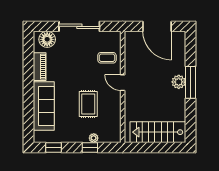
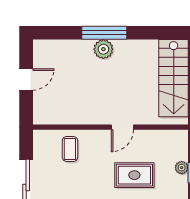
door: (157, 26) -> (26, 79), width x0.53
door: (123, 83) -> (122, 127), moved

